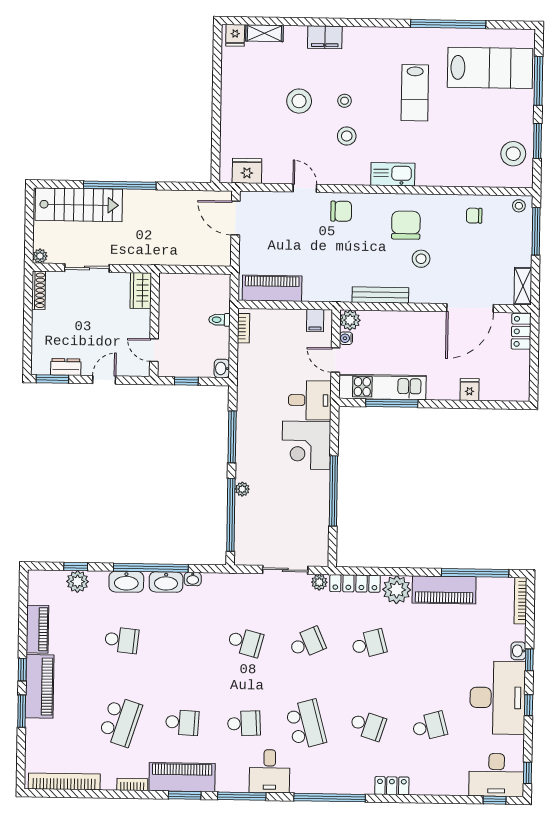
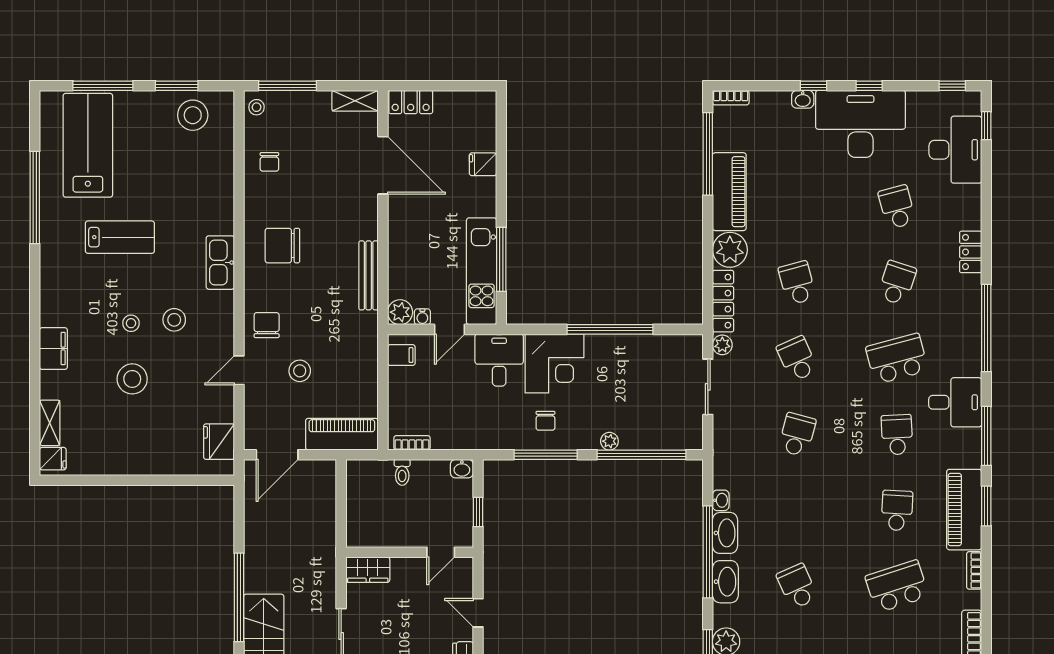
stool: (421, 259) -> (300, 371), moved
piano: (272, 288) -> (342, 434), moved, turned 90
chair: (260, 437) -> (545, 421), added
bookcase: (520, 601) -> (731, 98), width x0.64
school desk: (122, 640) -> (797, 586), turned -30
school desk: (120, 721) -> (897, 586), turned -36
desk: (496, 775) -> (955, 150), moved

